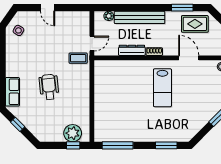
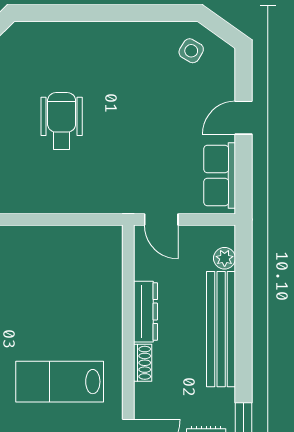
coffee table: (78, 58) -> (128, 188), removed
wheelchair: (49, 87) -> (62, 121), turned -84
row of seats: (12, 92) -> (220, 175), moved, turned 90

